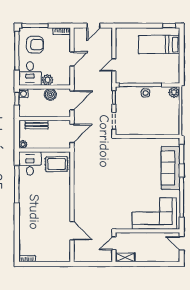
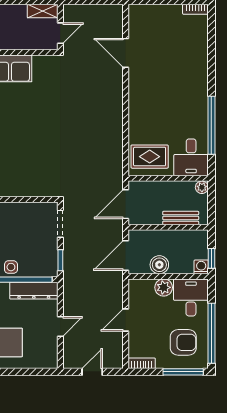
armchair: (35, 45) -> (183, 342), turned 180
door: (114, 65) -> (60, 327), moved
dresser: (131, 78) -> (34, 291), added

